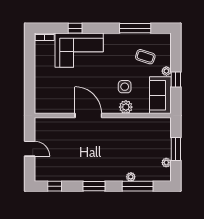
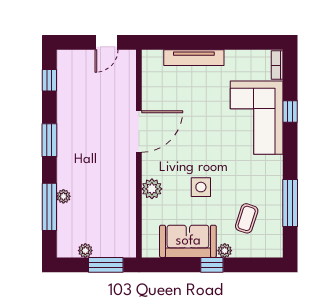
tv unit: (40, 91) -> (194, 58), added
plant: (126, 107) -> (152, 189), moved
door: (88, 116) -> (139, 132), moved
wall: (103, 116) -> (139, 154), moved

